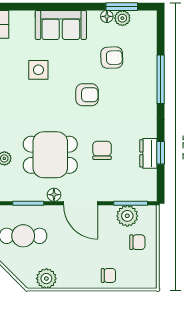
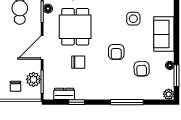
plant: (122, 18) -> (169, 94), moved
dresser: (148, 153) -> (64, 94), moved
floor lamp: (54, 195) -> (48, 9), moved

